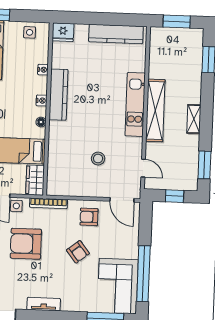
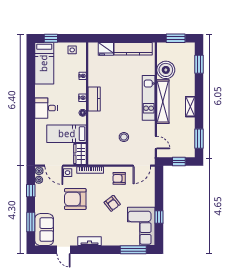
fridge: (63, 32) -> (106, 49), moved
boiler: (161, 66) -> (166, 70), added
kitchen counter: (58, 95) -> (94, 99), width x0.67
door: (122, 200) -> (142, 166), hinge flipped
window: (143, 274) -> (159, 217), width x0.32

